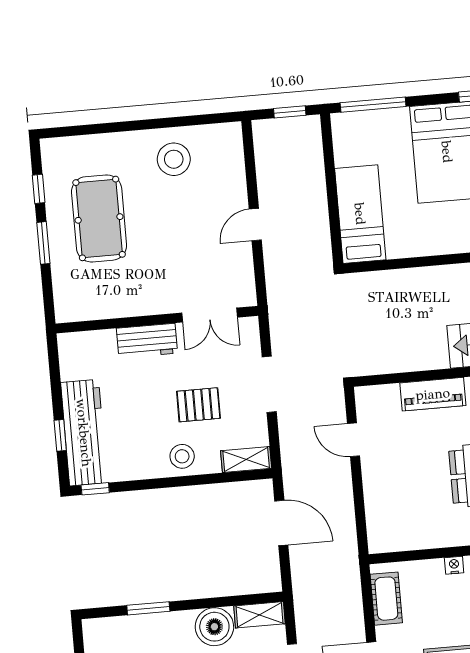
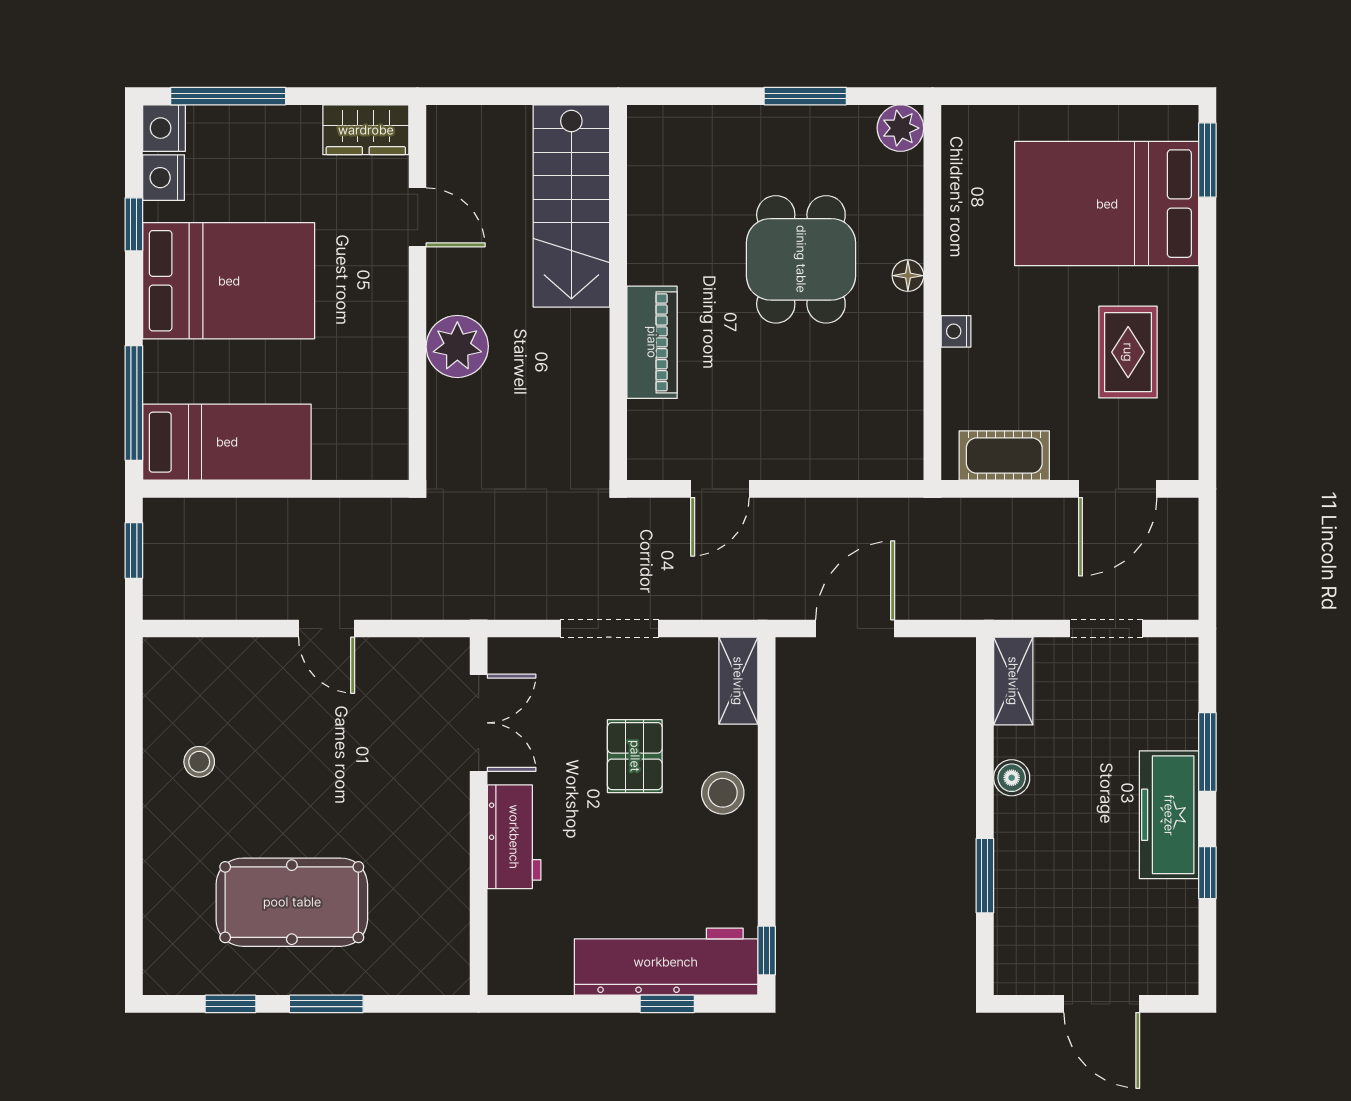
stool: (174, 159) -> (199, 762), width x0.53, depth x0.53
bed: (360, 214) -> (227, 442), moved, turned 180
plant: (421, 284) -> (457, 346), added
boiler: (214, 627) -> (1012, 778), width x0.54, depth x0.54

